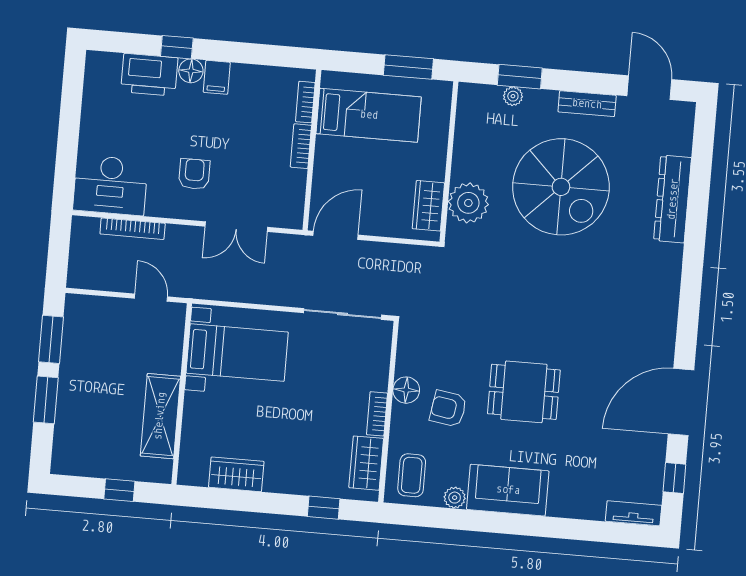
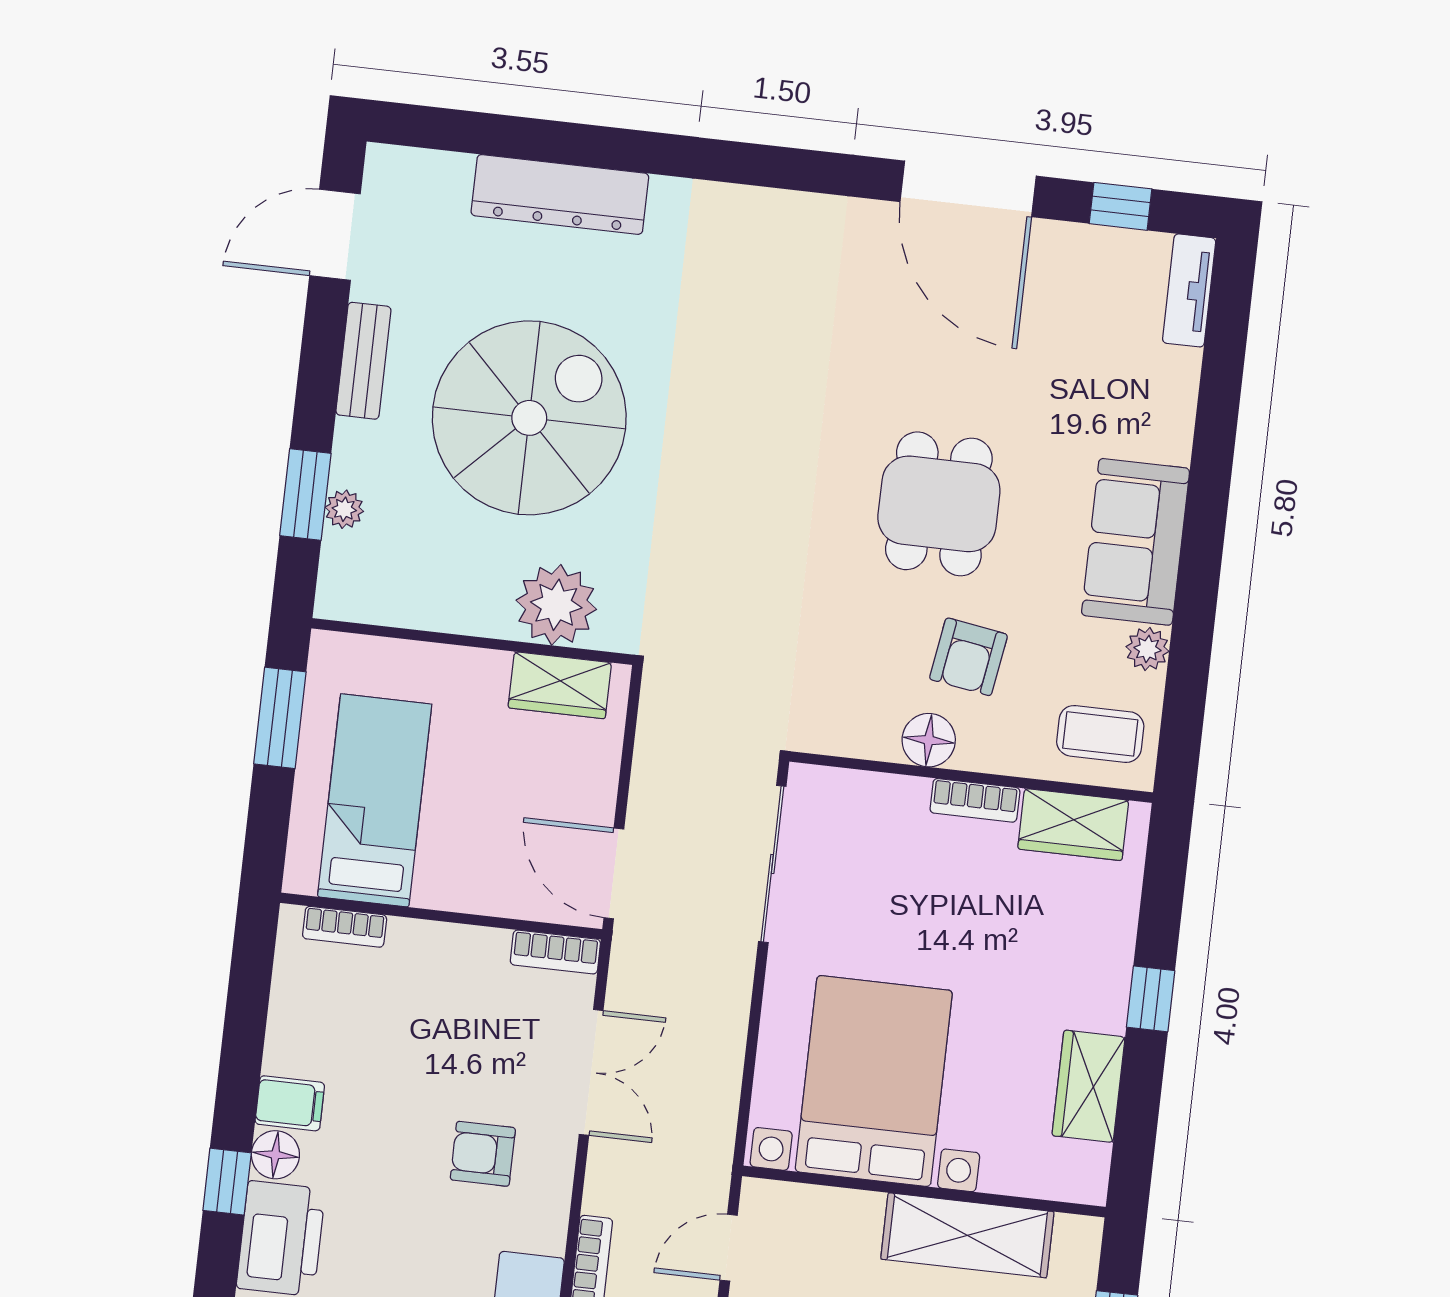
bookcase: (301, 146) -> (555, 952), moved
bed with nightstands: (237, 353) -> (874, 1081), width x1.36
window: (324, 508) -> (1151, 999), moved

